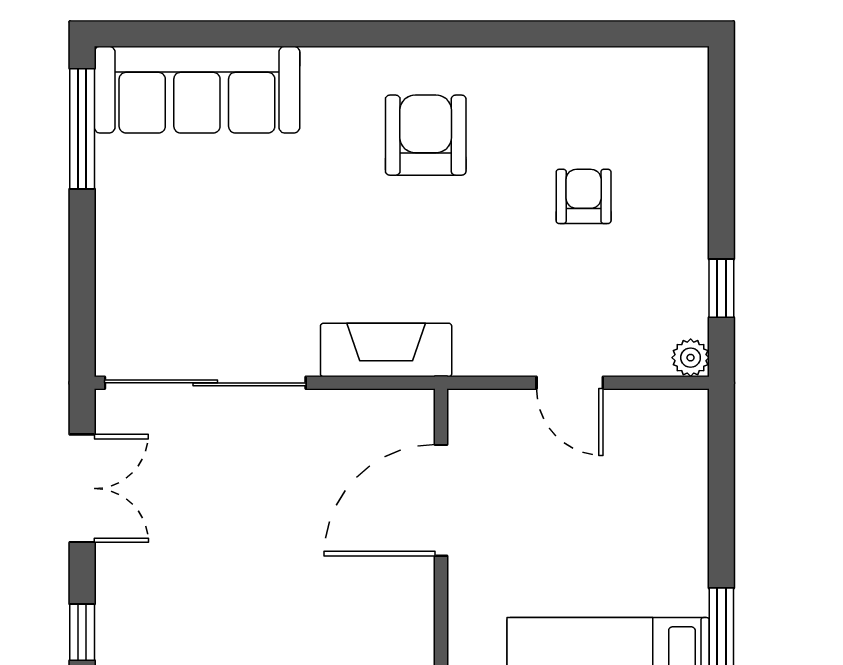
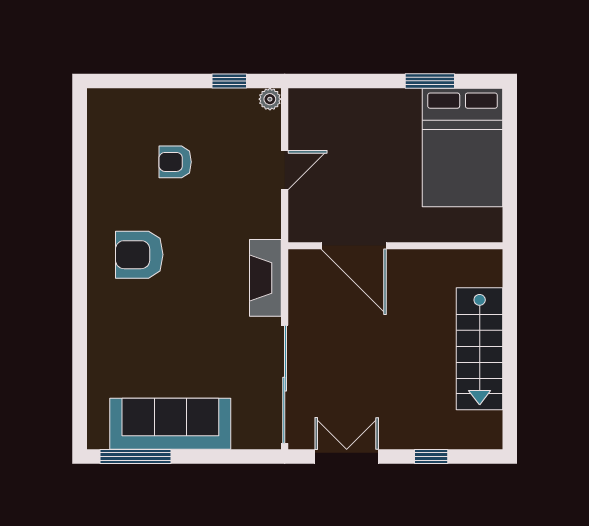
sofa: (197, 90) -> (170, 424), moved, turned -90

